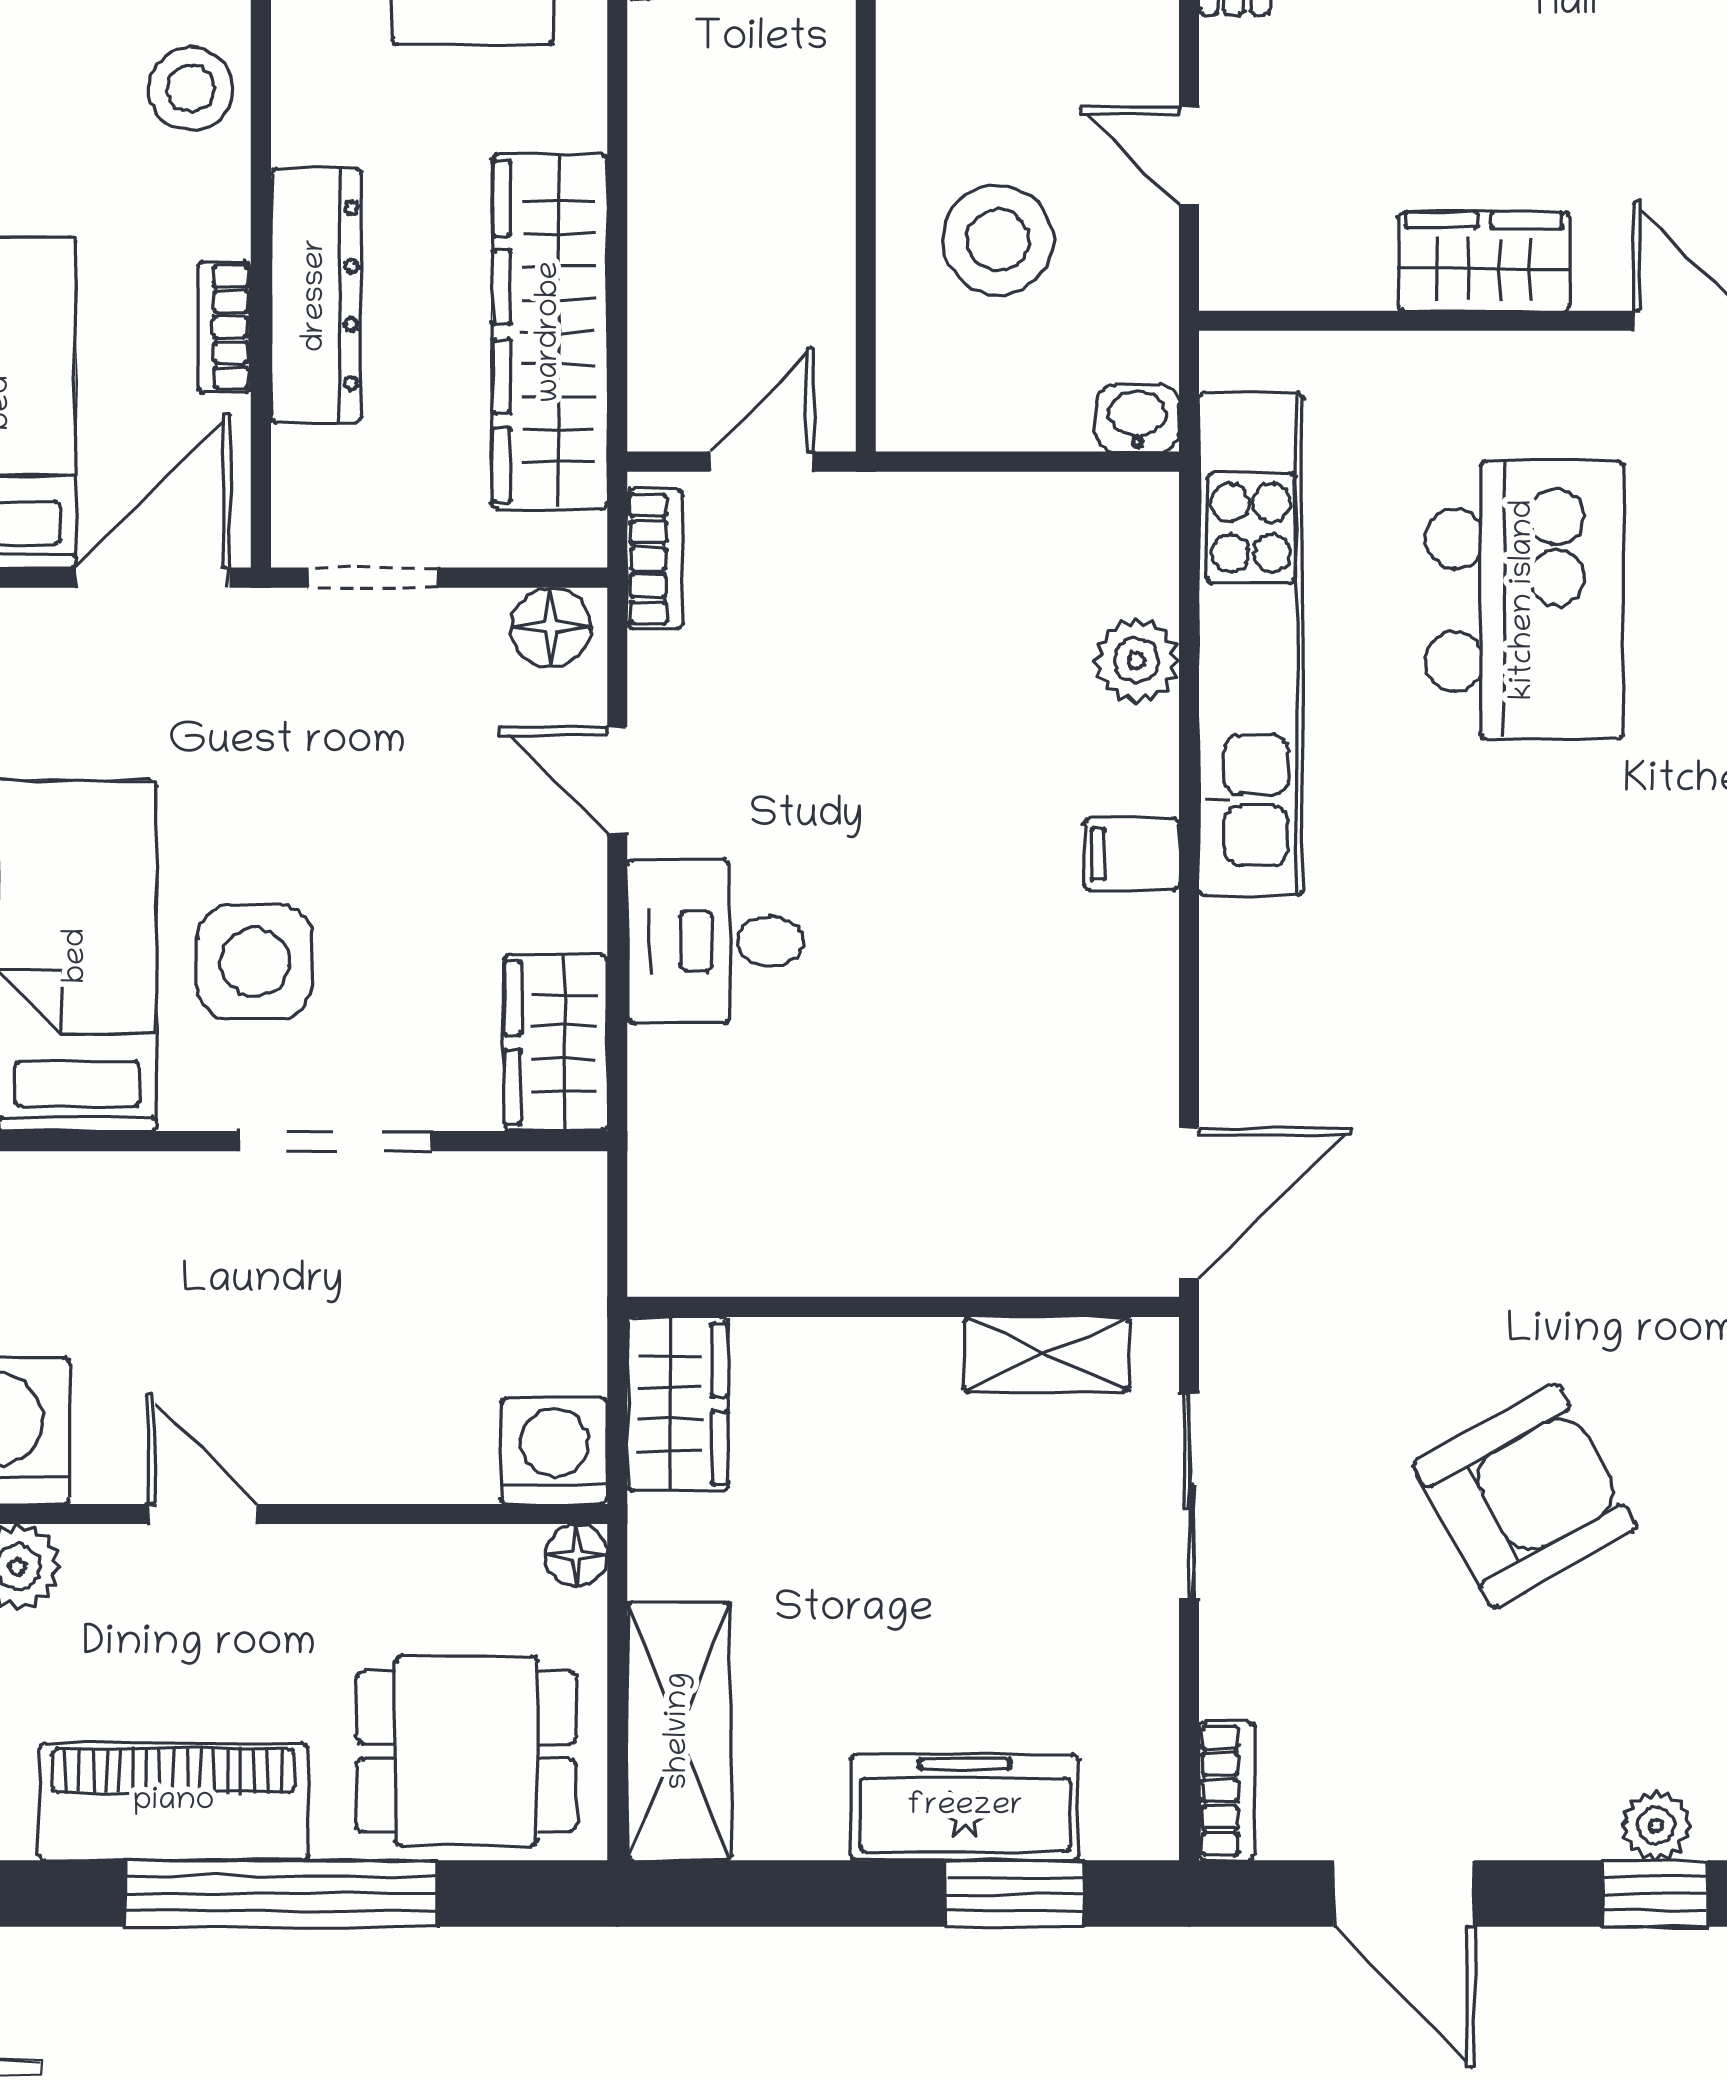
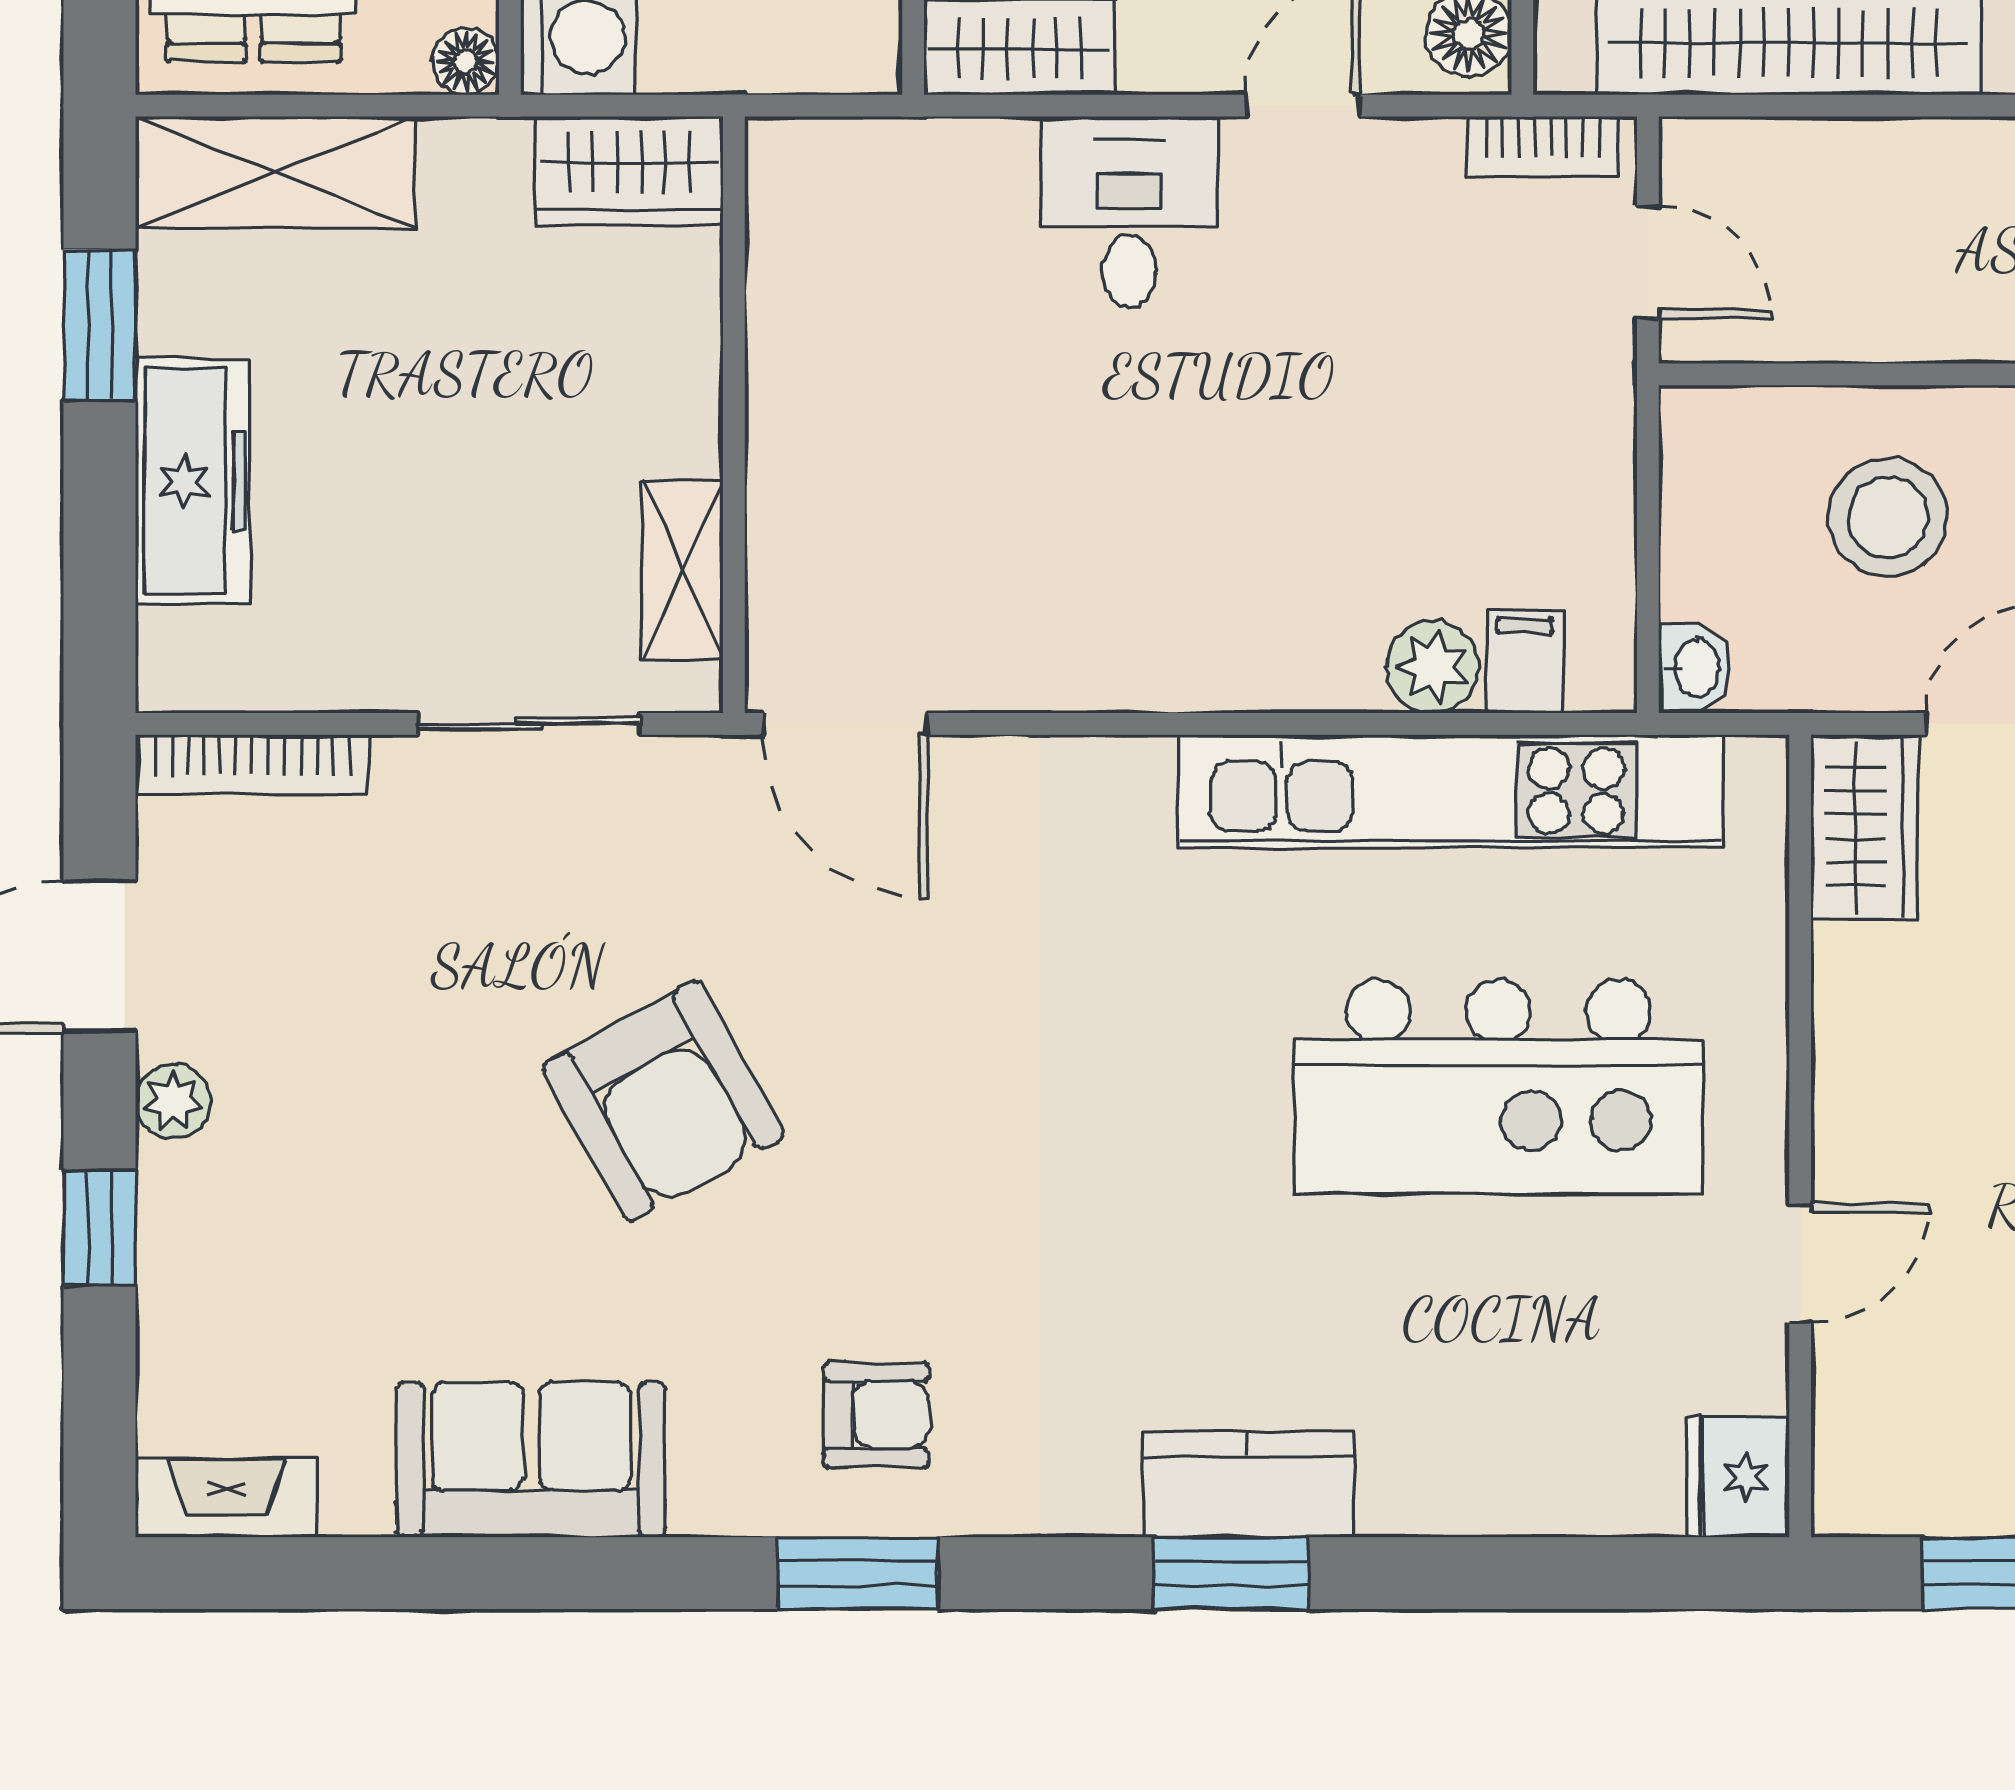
wardrobe: (1484, 261) -> (1864, 827), moved
kitchen island: (1524, 600) -> (1498, 1086), width x1.37
filing cabinet: (1131, 854) -> (1525, 662), moved
armchair: (1525, 1496) -> (663, 1101), moved
bookcase: (1227, 1791) -> (253, 765), width x1.56
plant: (1656, 1826) -> (173, 1101), moved
window: (1015, 1894) -> (100, 325), moved

